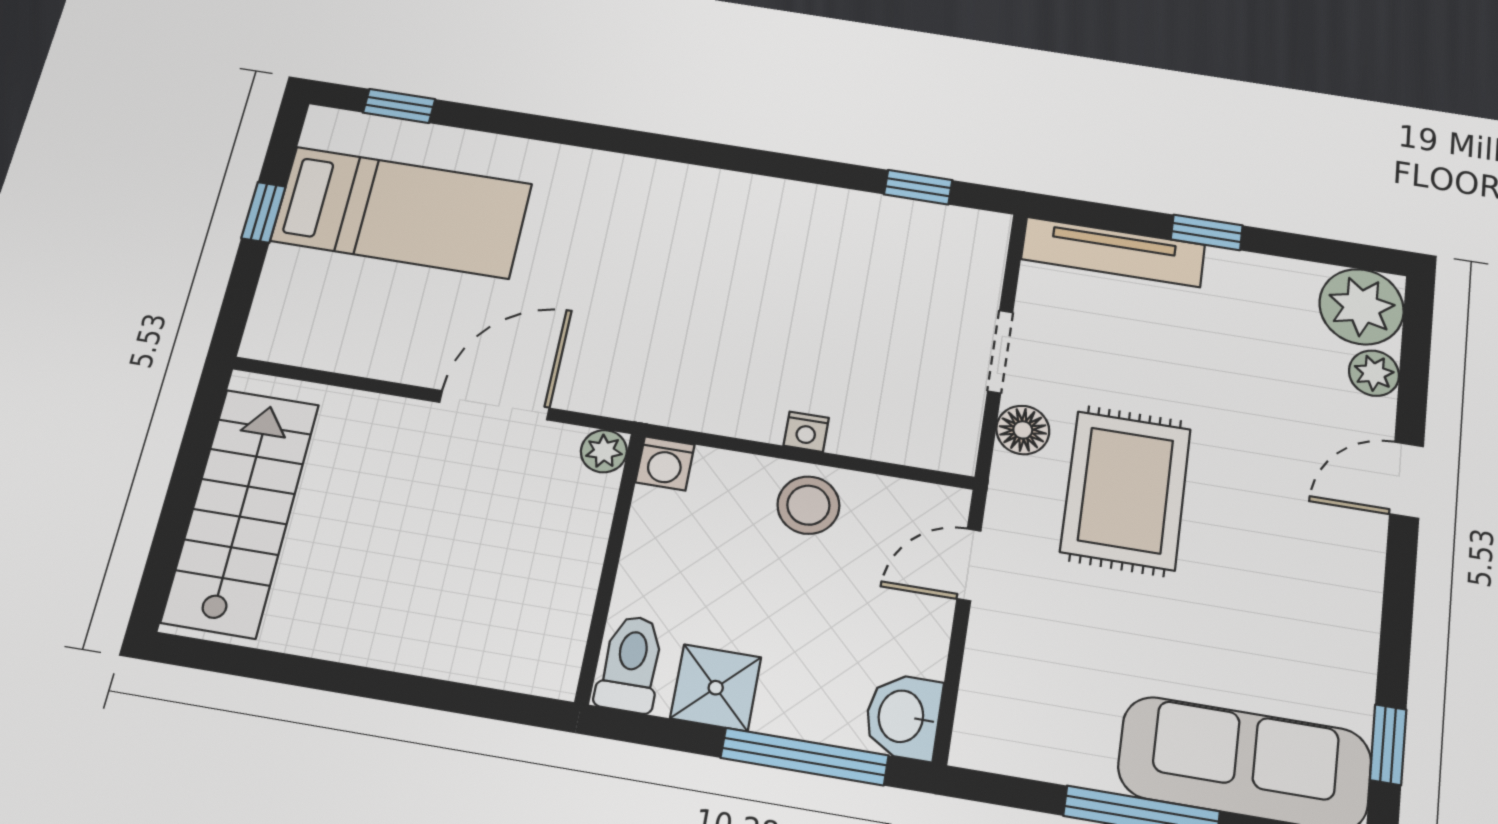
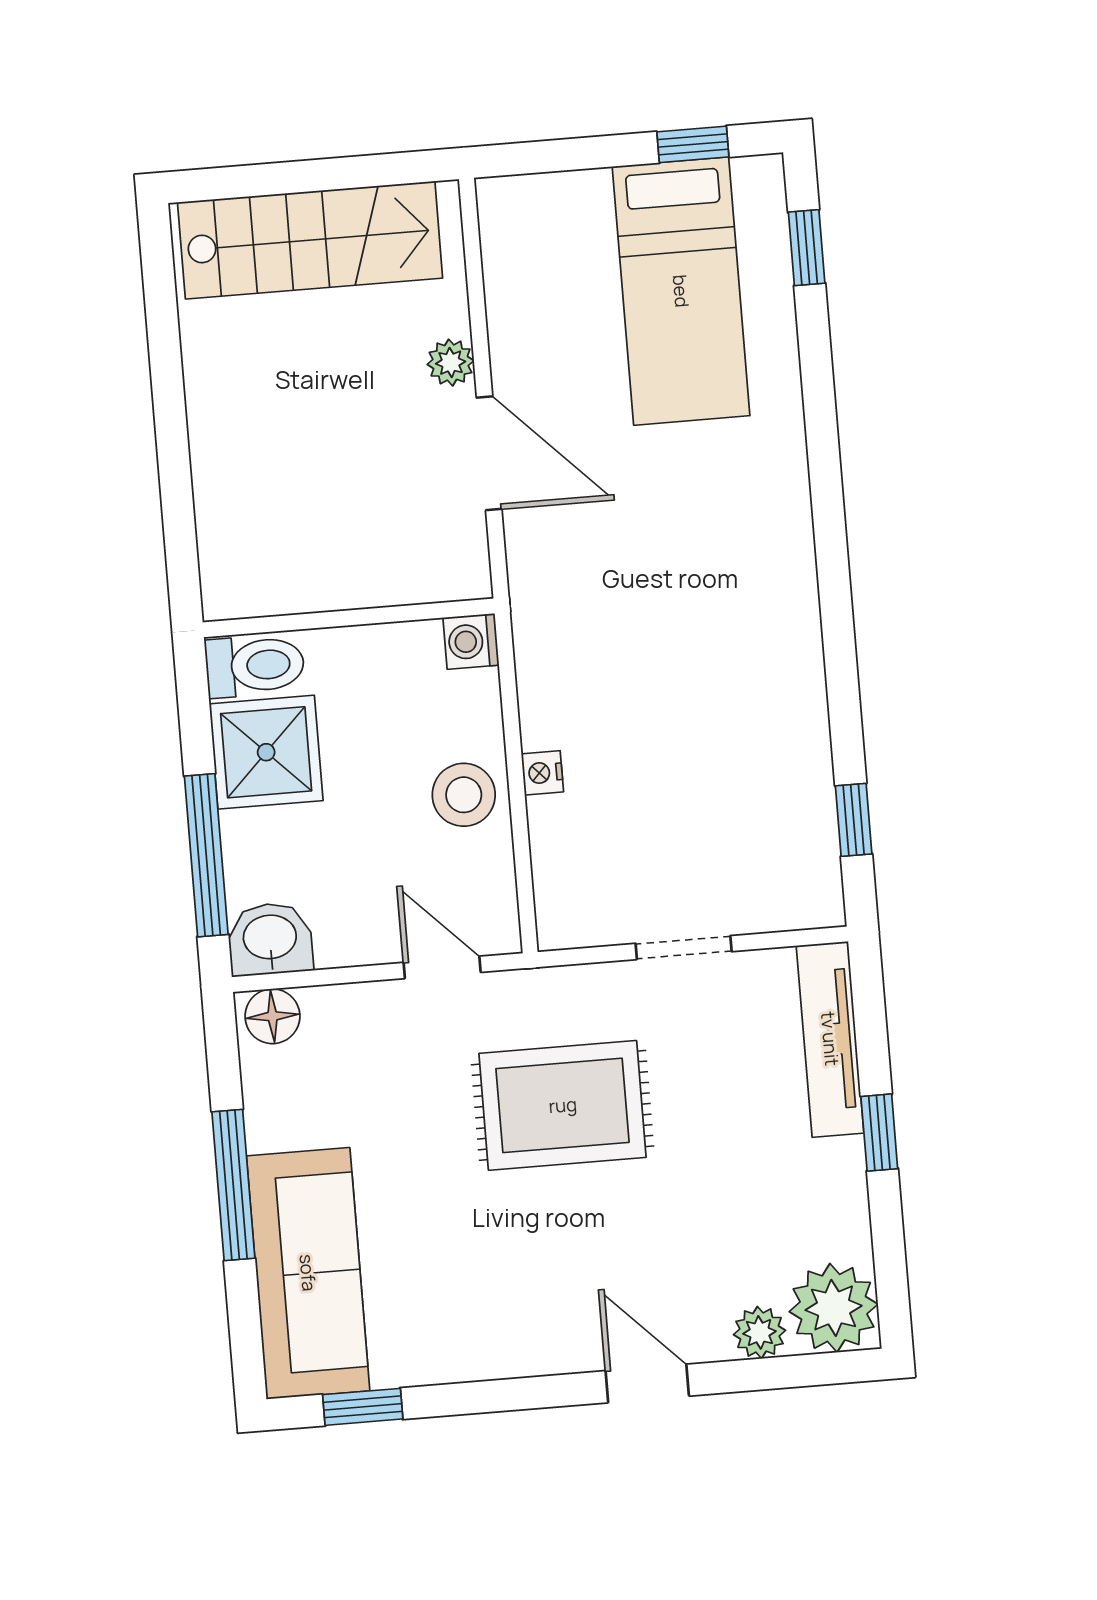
window: (263, 212) -> (693, 144), moved
floor lamp: (1023, 430) -> (272, 1016), moved
plant: (604, 451) -> (451, 363), moved
shower: (716, 688) -> (266, 752), width x1.36, depth x1.36

